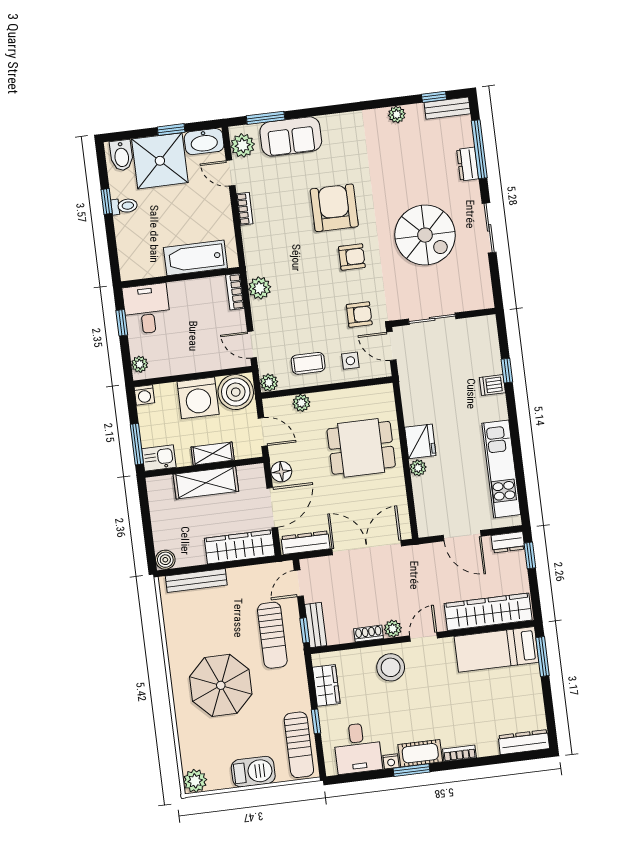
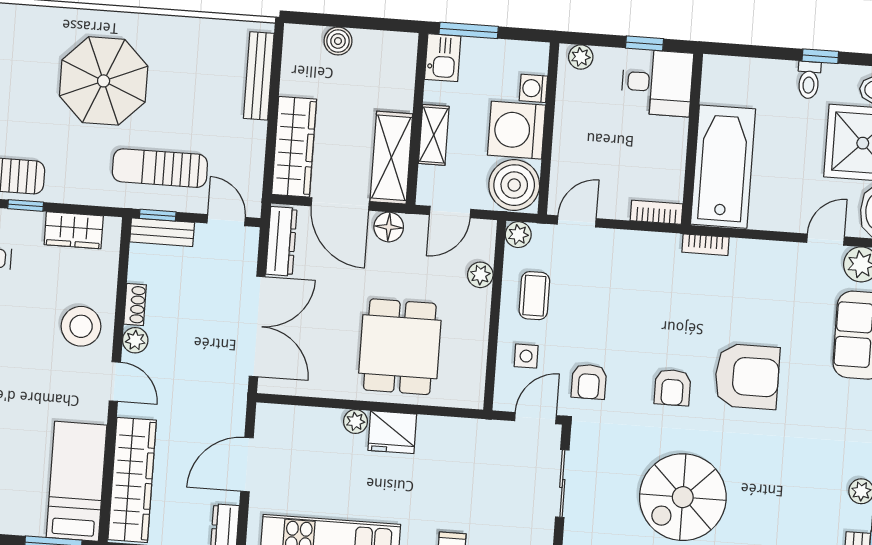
bookcase: (245, 209) -> (705, 245), moved
bathtub: (195, 258) -> (723, 167), width x1.36, depth x1.36
plant: (260, 288) -> (655, 248), removed
washing machine: (144, 395) -> (533, 88), moved
shelving: (206, 483) -> (391, 158), moved
boiler: (165, 560) -> (338, 41), moved

